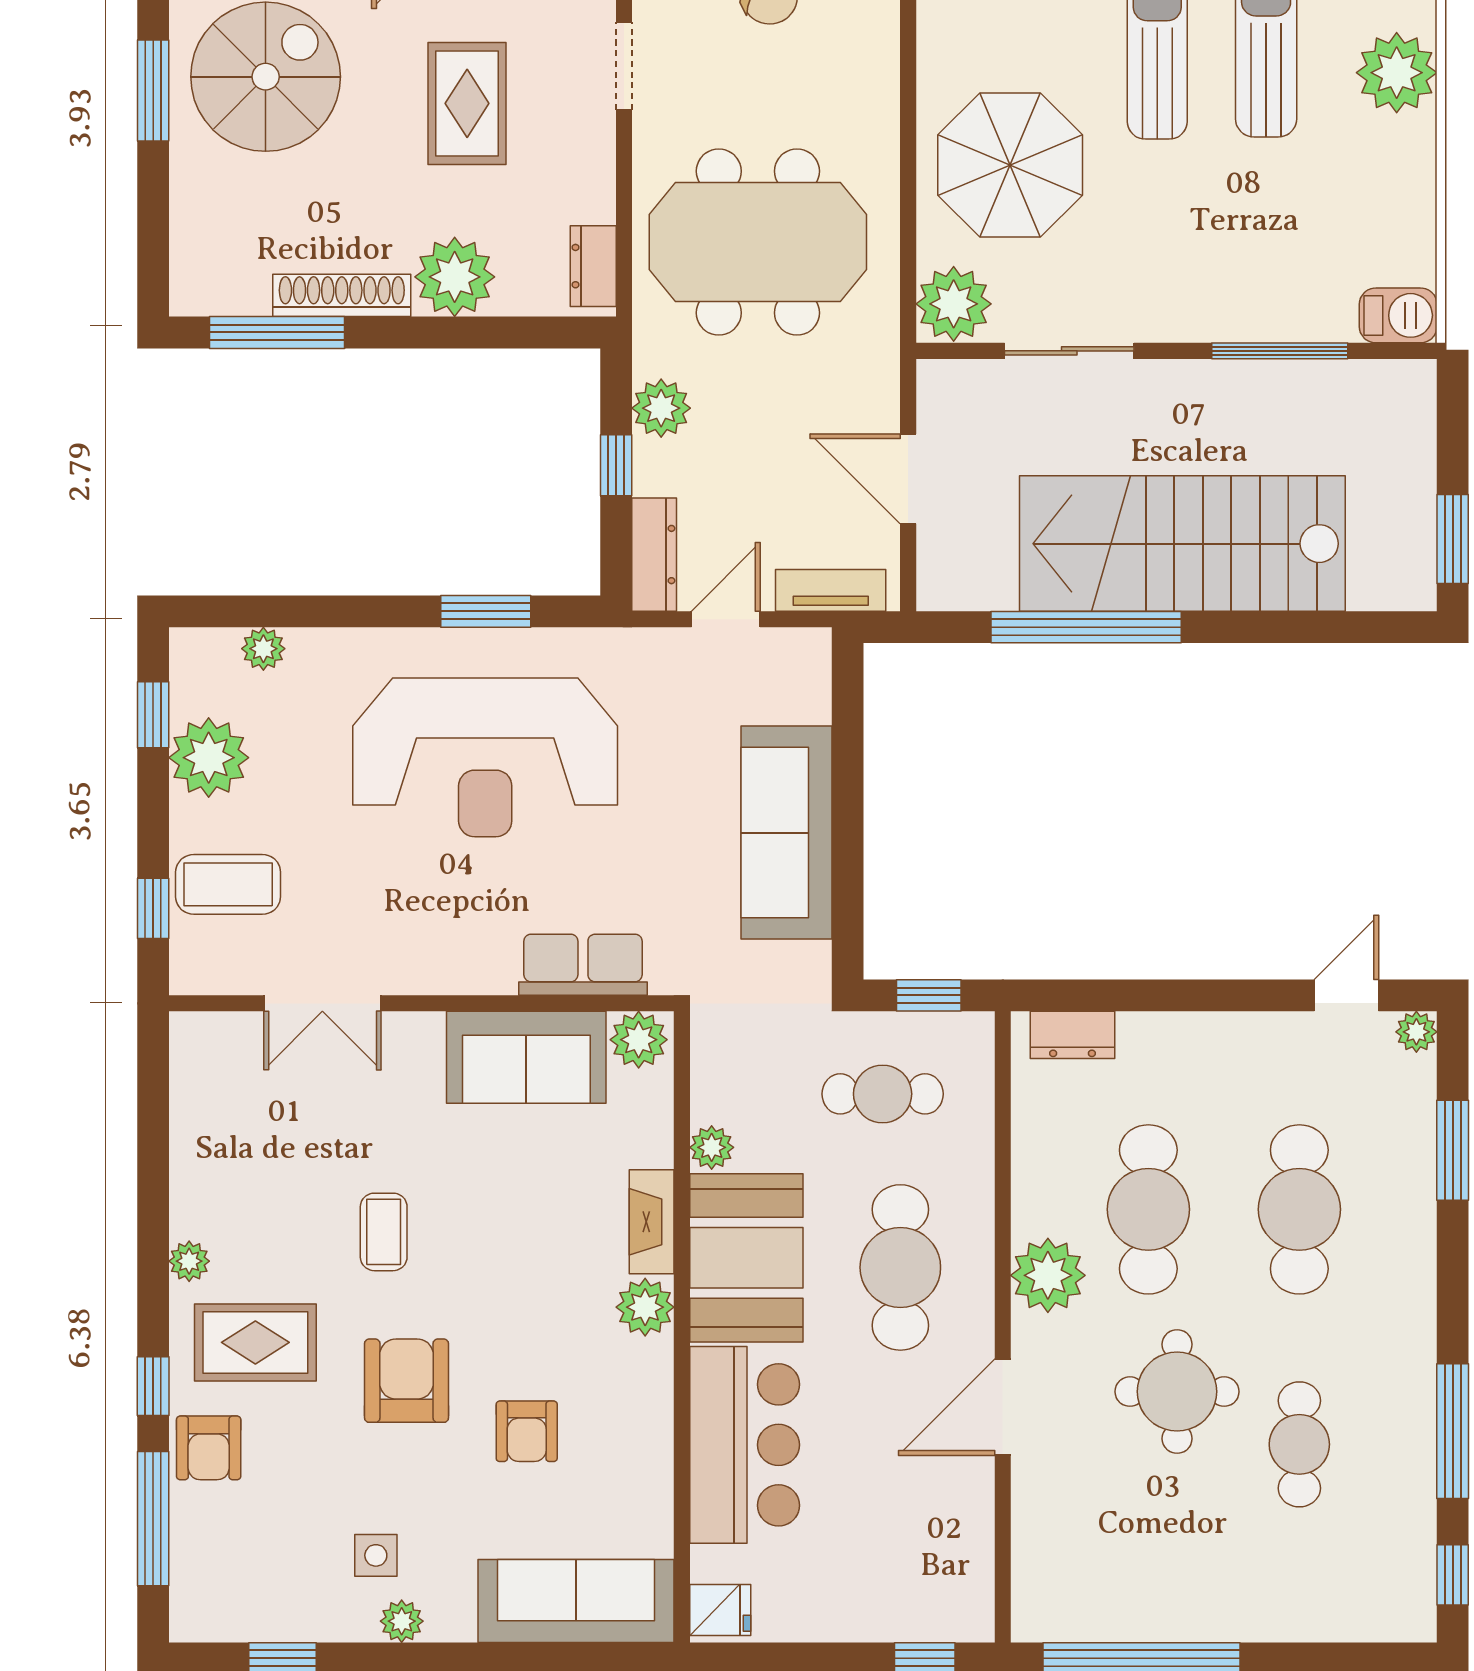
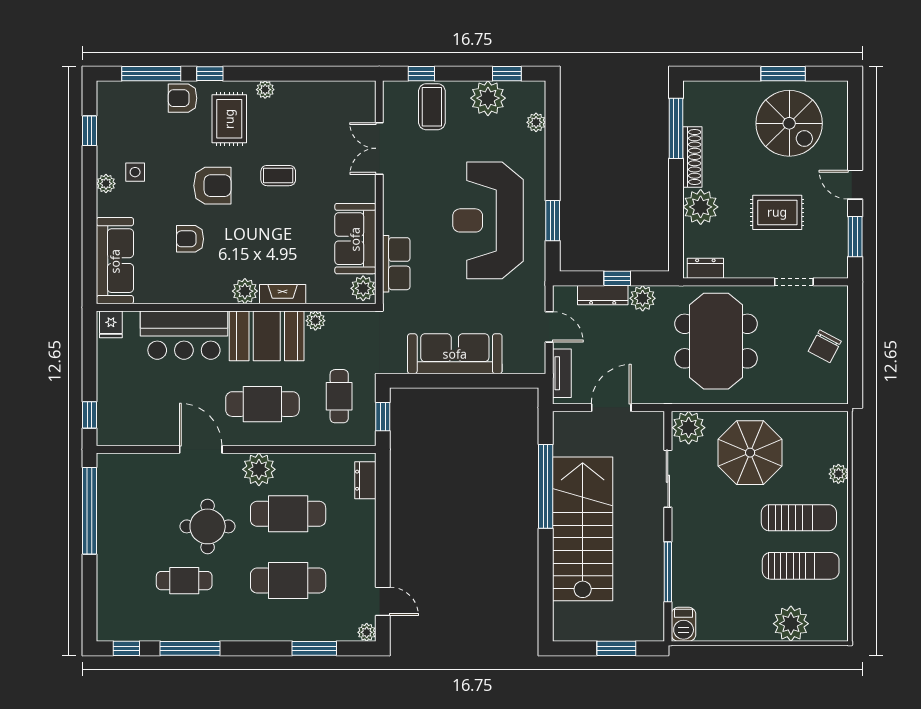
window: (1453, 539) -> (616, 648), moved
dresser: (654, 555) -> (603, 295), moved

